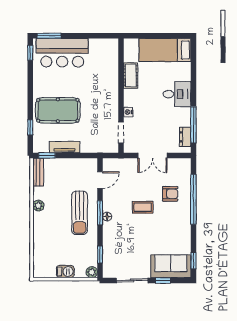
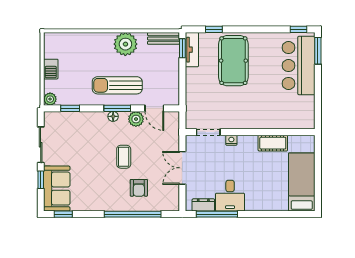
desk: (177, 94) -> (230, 196), moved
tv unit: (65, 147) -> (192, 50), moved
plant: (109, 196) -> (136, 119), added
plant: (38, 206) -> (125, 44), width x1.87, depth x1.87

